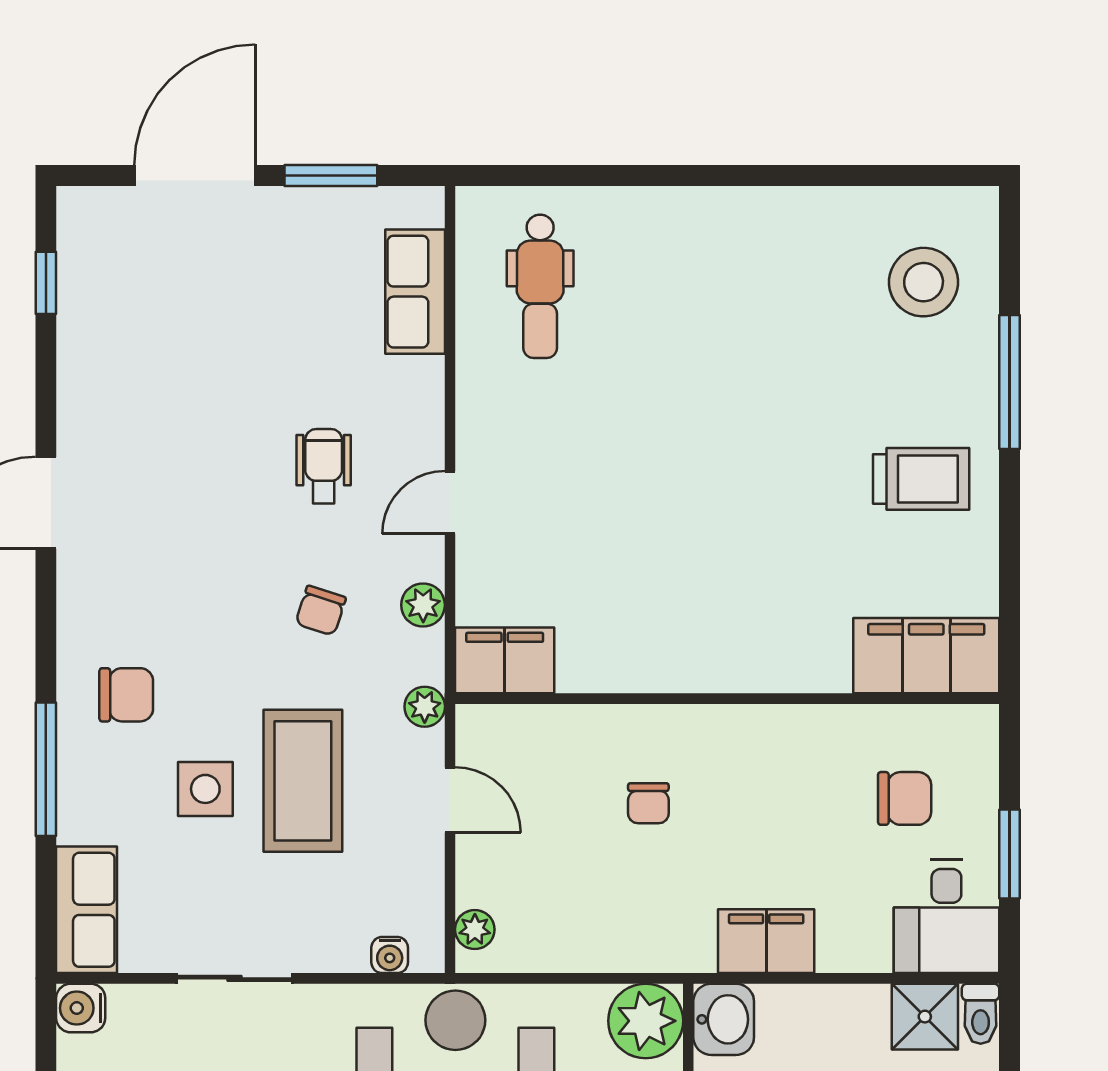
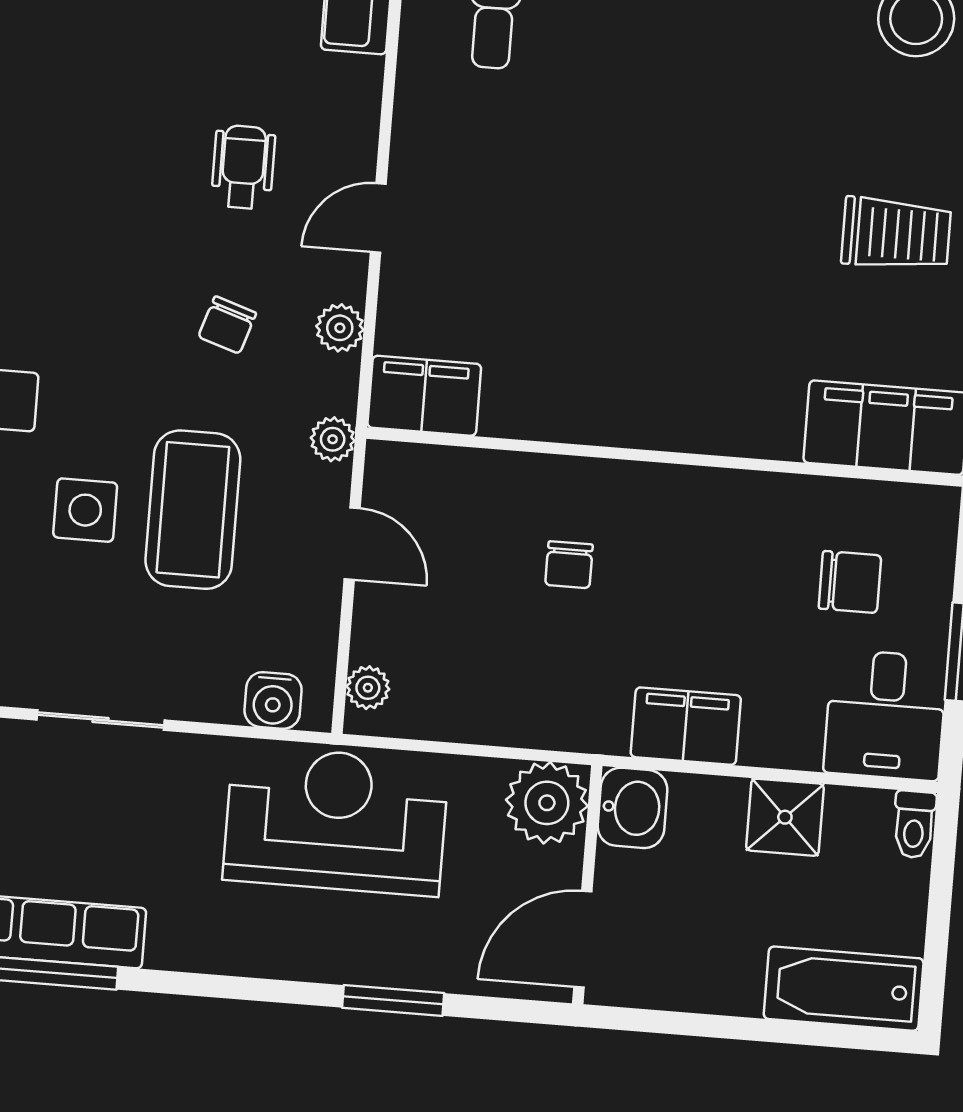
water cooler: (390, 955) -> (273, 700), width x1.38, depth x1.38
shower: (925, 1017) -> (785, 817), moved

